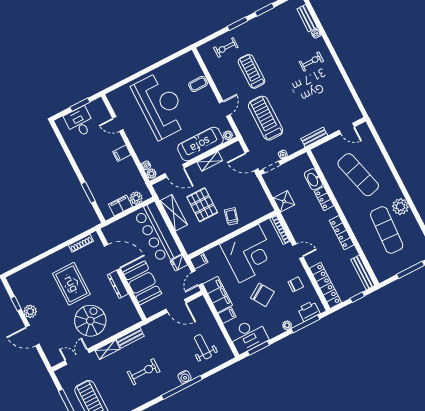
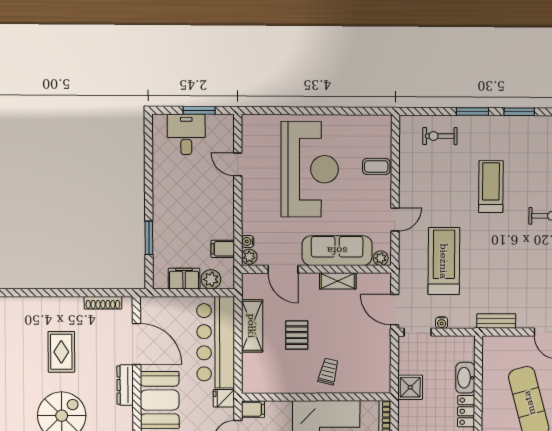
treadmill: (251, 71) -> (491, 187), moved
filing cabinet: (122, 153) -> (223, 249), moved
pallet: (202, 205) -> (297, 335), width x0.67, depth x0.71
rug: (71, 284) -> (61, 352), width x0.73, depth x0.70

